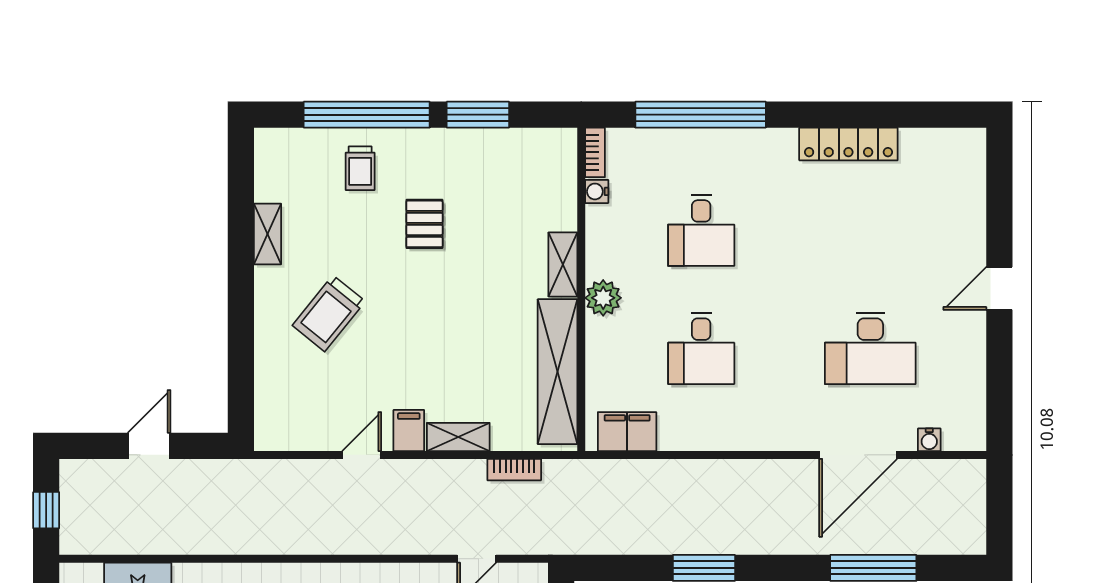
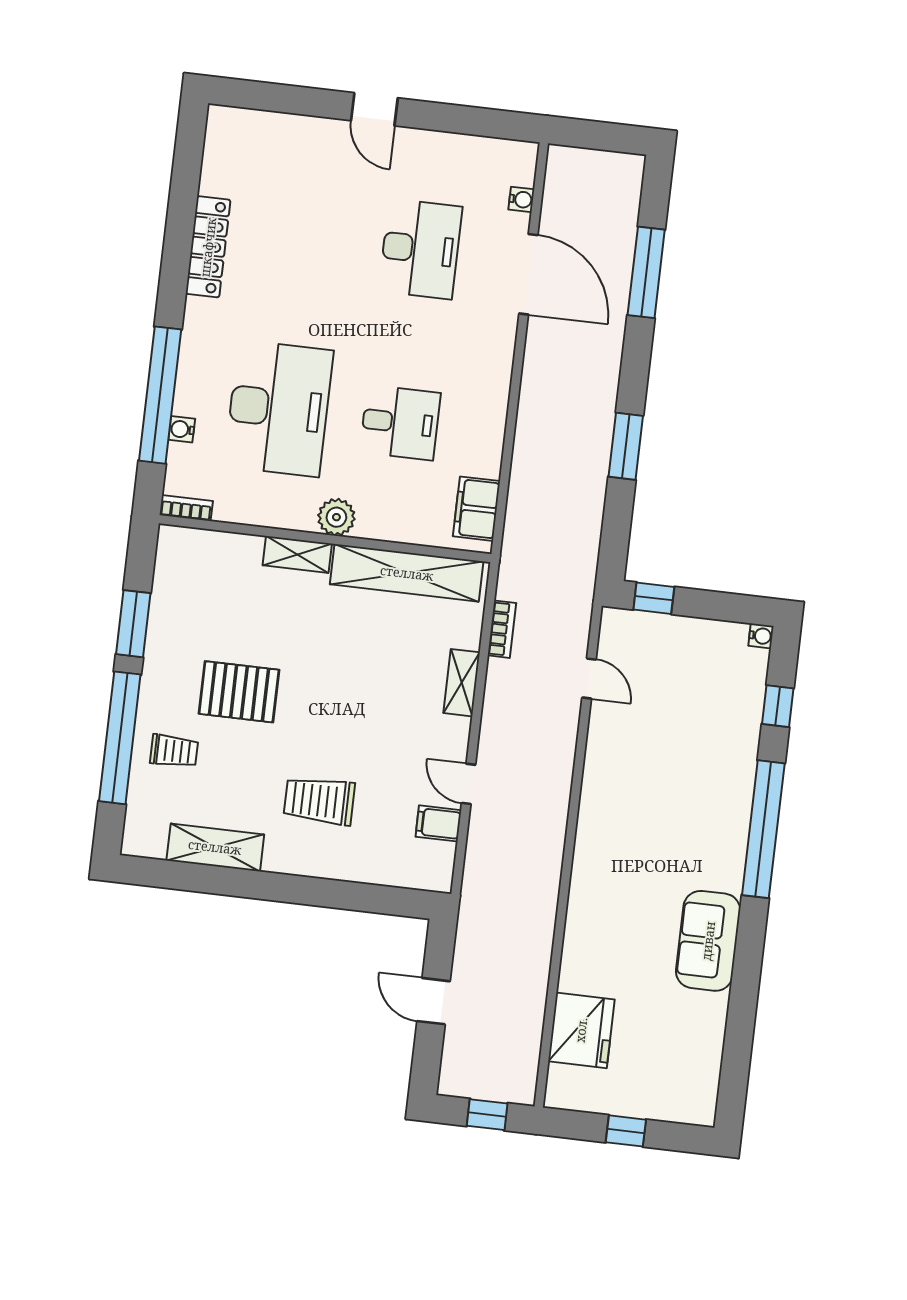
water cooler: (597, 191) -> (182, 429), moved, turned 90
pallet: (424, 224) -> (239, 692), width x1.50, depth x1.42
desk: (701, 230) -> (279, 408), width x1.87, depth x1.30
shelving: (268, 234) -> (215, 847), width x1.50, depth x1.33
trolley: (329, 313) -> (319, 801), turned 141
filing cabinet: (409, 430) -> (438, 823), moved

